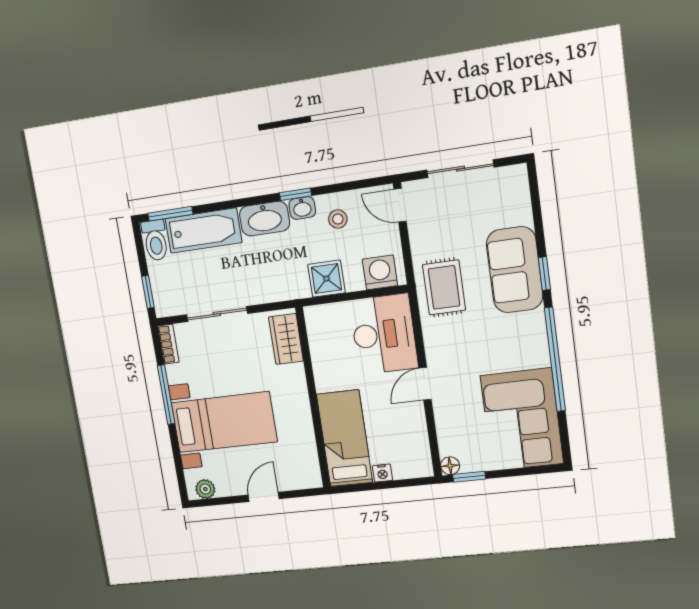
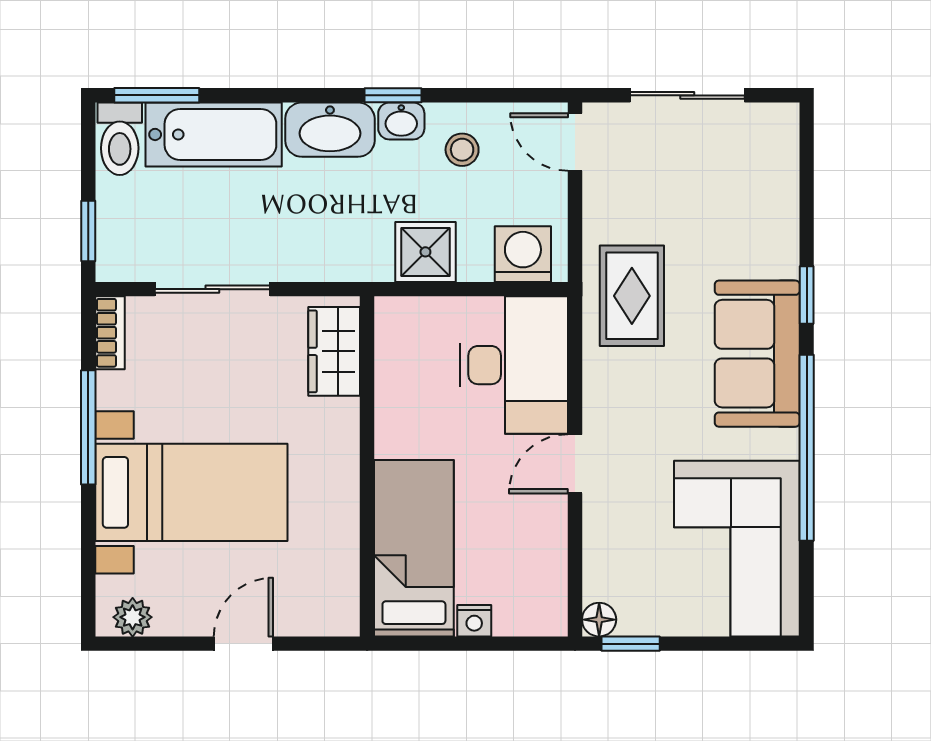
sofa: (515, 270) -> (757, 354), moved

